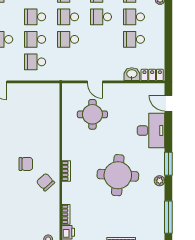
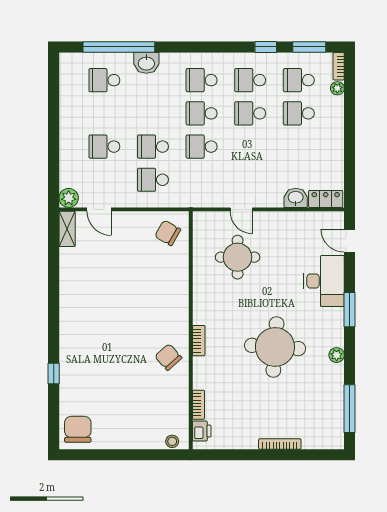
school desk: (35, 17) -> (153, 113), removed
school desk: (134, 39) -> (299, 147), removed
chair: (26, 164) -> (168, 233), moved, turned -150
window: (168, 164) -> (350, 310), moved

